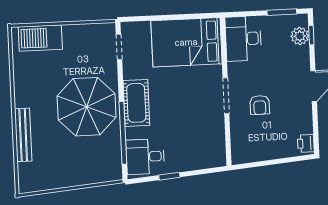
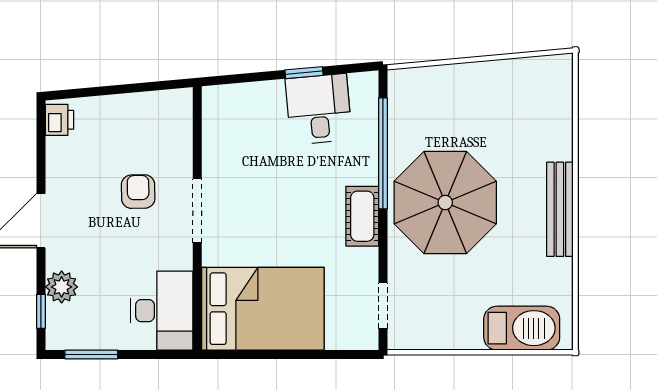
plant: (300, 36) -> (62, 287), moved
cot: (136, 103) -> (362, 216), width x0.73, depth x0.75
bench: (23, 135) -> (560, 209), moved
desk: (145, 157) -> (319, 109), moved, turned -95

